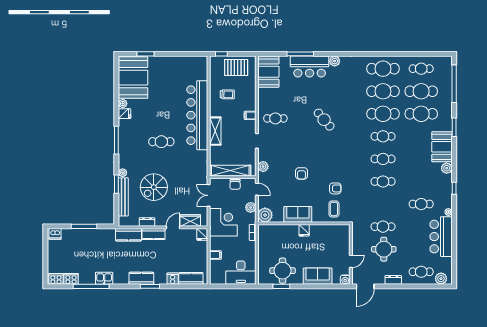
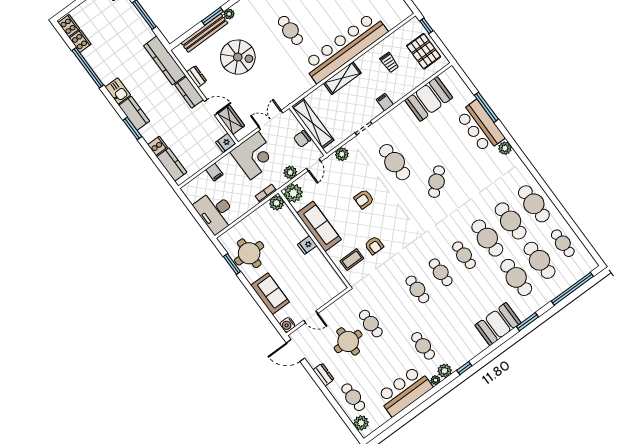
booth: (268, 72) -> (429, 99), moved
cafe table: (275, 118) -> (395, 162), moved, width x1.37, depth x1.35
plant: (447, 168) -> (445, 371), moved
spiral stairs: (154, 187) -> (238, 57), turned 180
sofa: (298, 214) -> (319, 226), width x1.36
plant: (264, 230) -> (277, 203), added
kitchen counter: (129, 235) -> (165, 60), width x1.50
kitchen sink: (104, 278) -> (118, 91), moved

